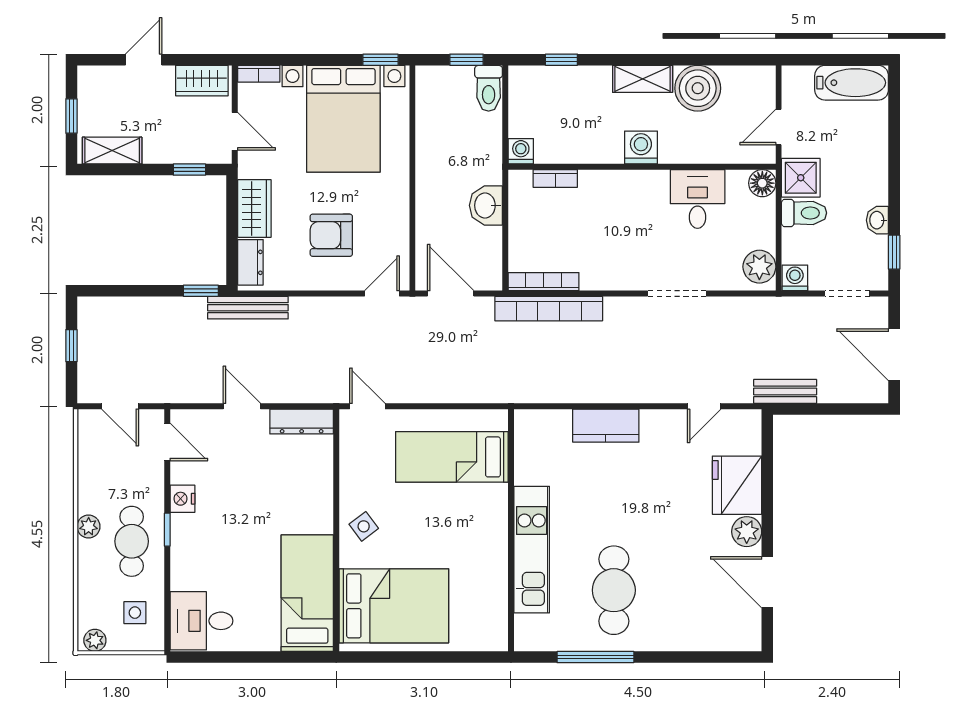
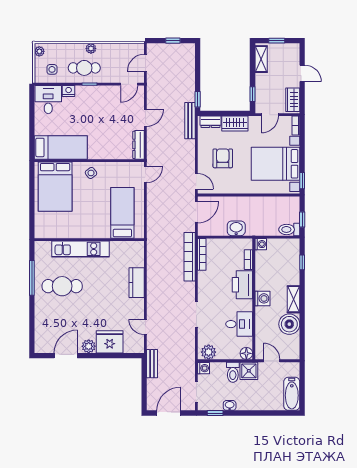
printer: (611, 192) -> (242, 285), added
nightstand: (182, 499) -> (69, 91), moved

